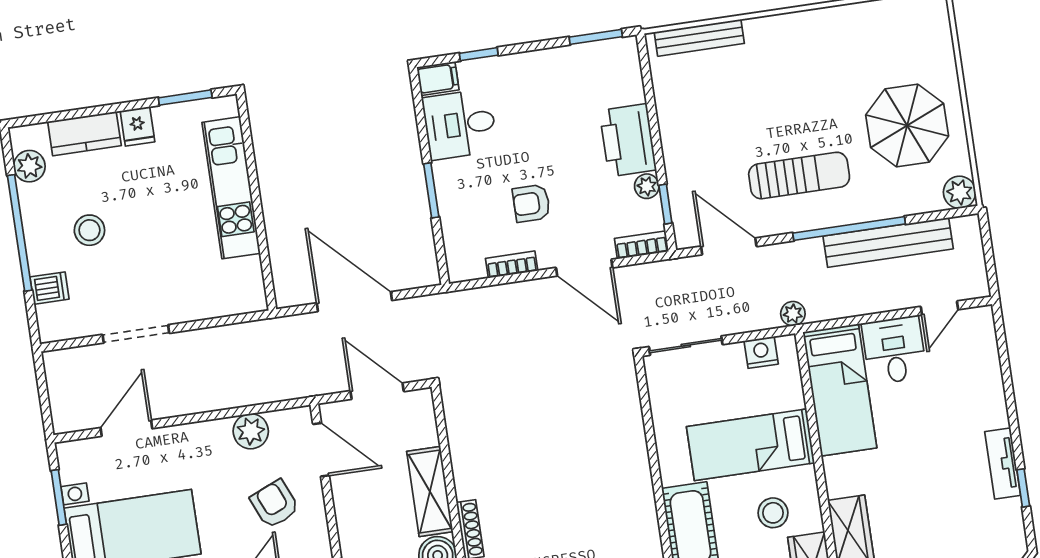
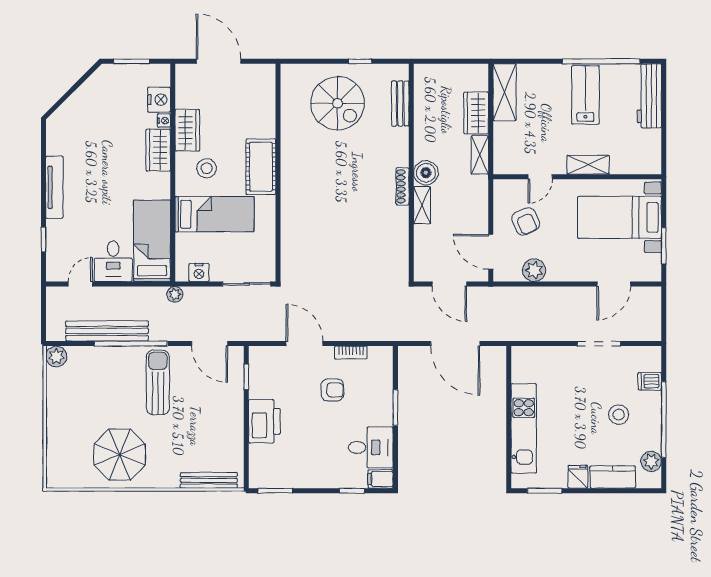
parasol: (907, 126) -> (120, 455), moved
sun lounger: (799, 176) -> (158, 382), turned 90
plant: (647, 186) -> (257, 390), removed
bookcase: (642, 245) -> (266, 353), removed
tv unit: (1003, 464) -> (54, 187), width x1.41
window: (1023, 488) -> (44, 239), moved
shelving: (430, 491) -> (422, 205), width x0.67, depth x0.75

